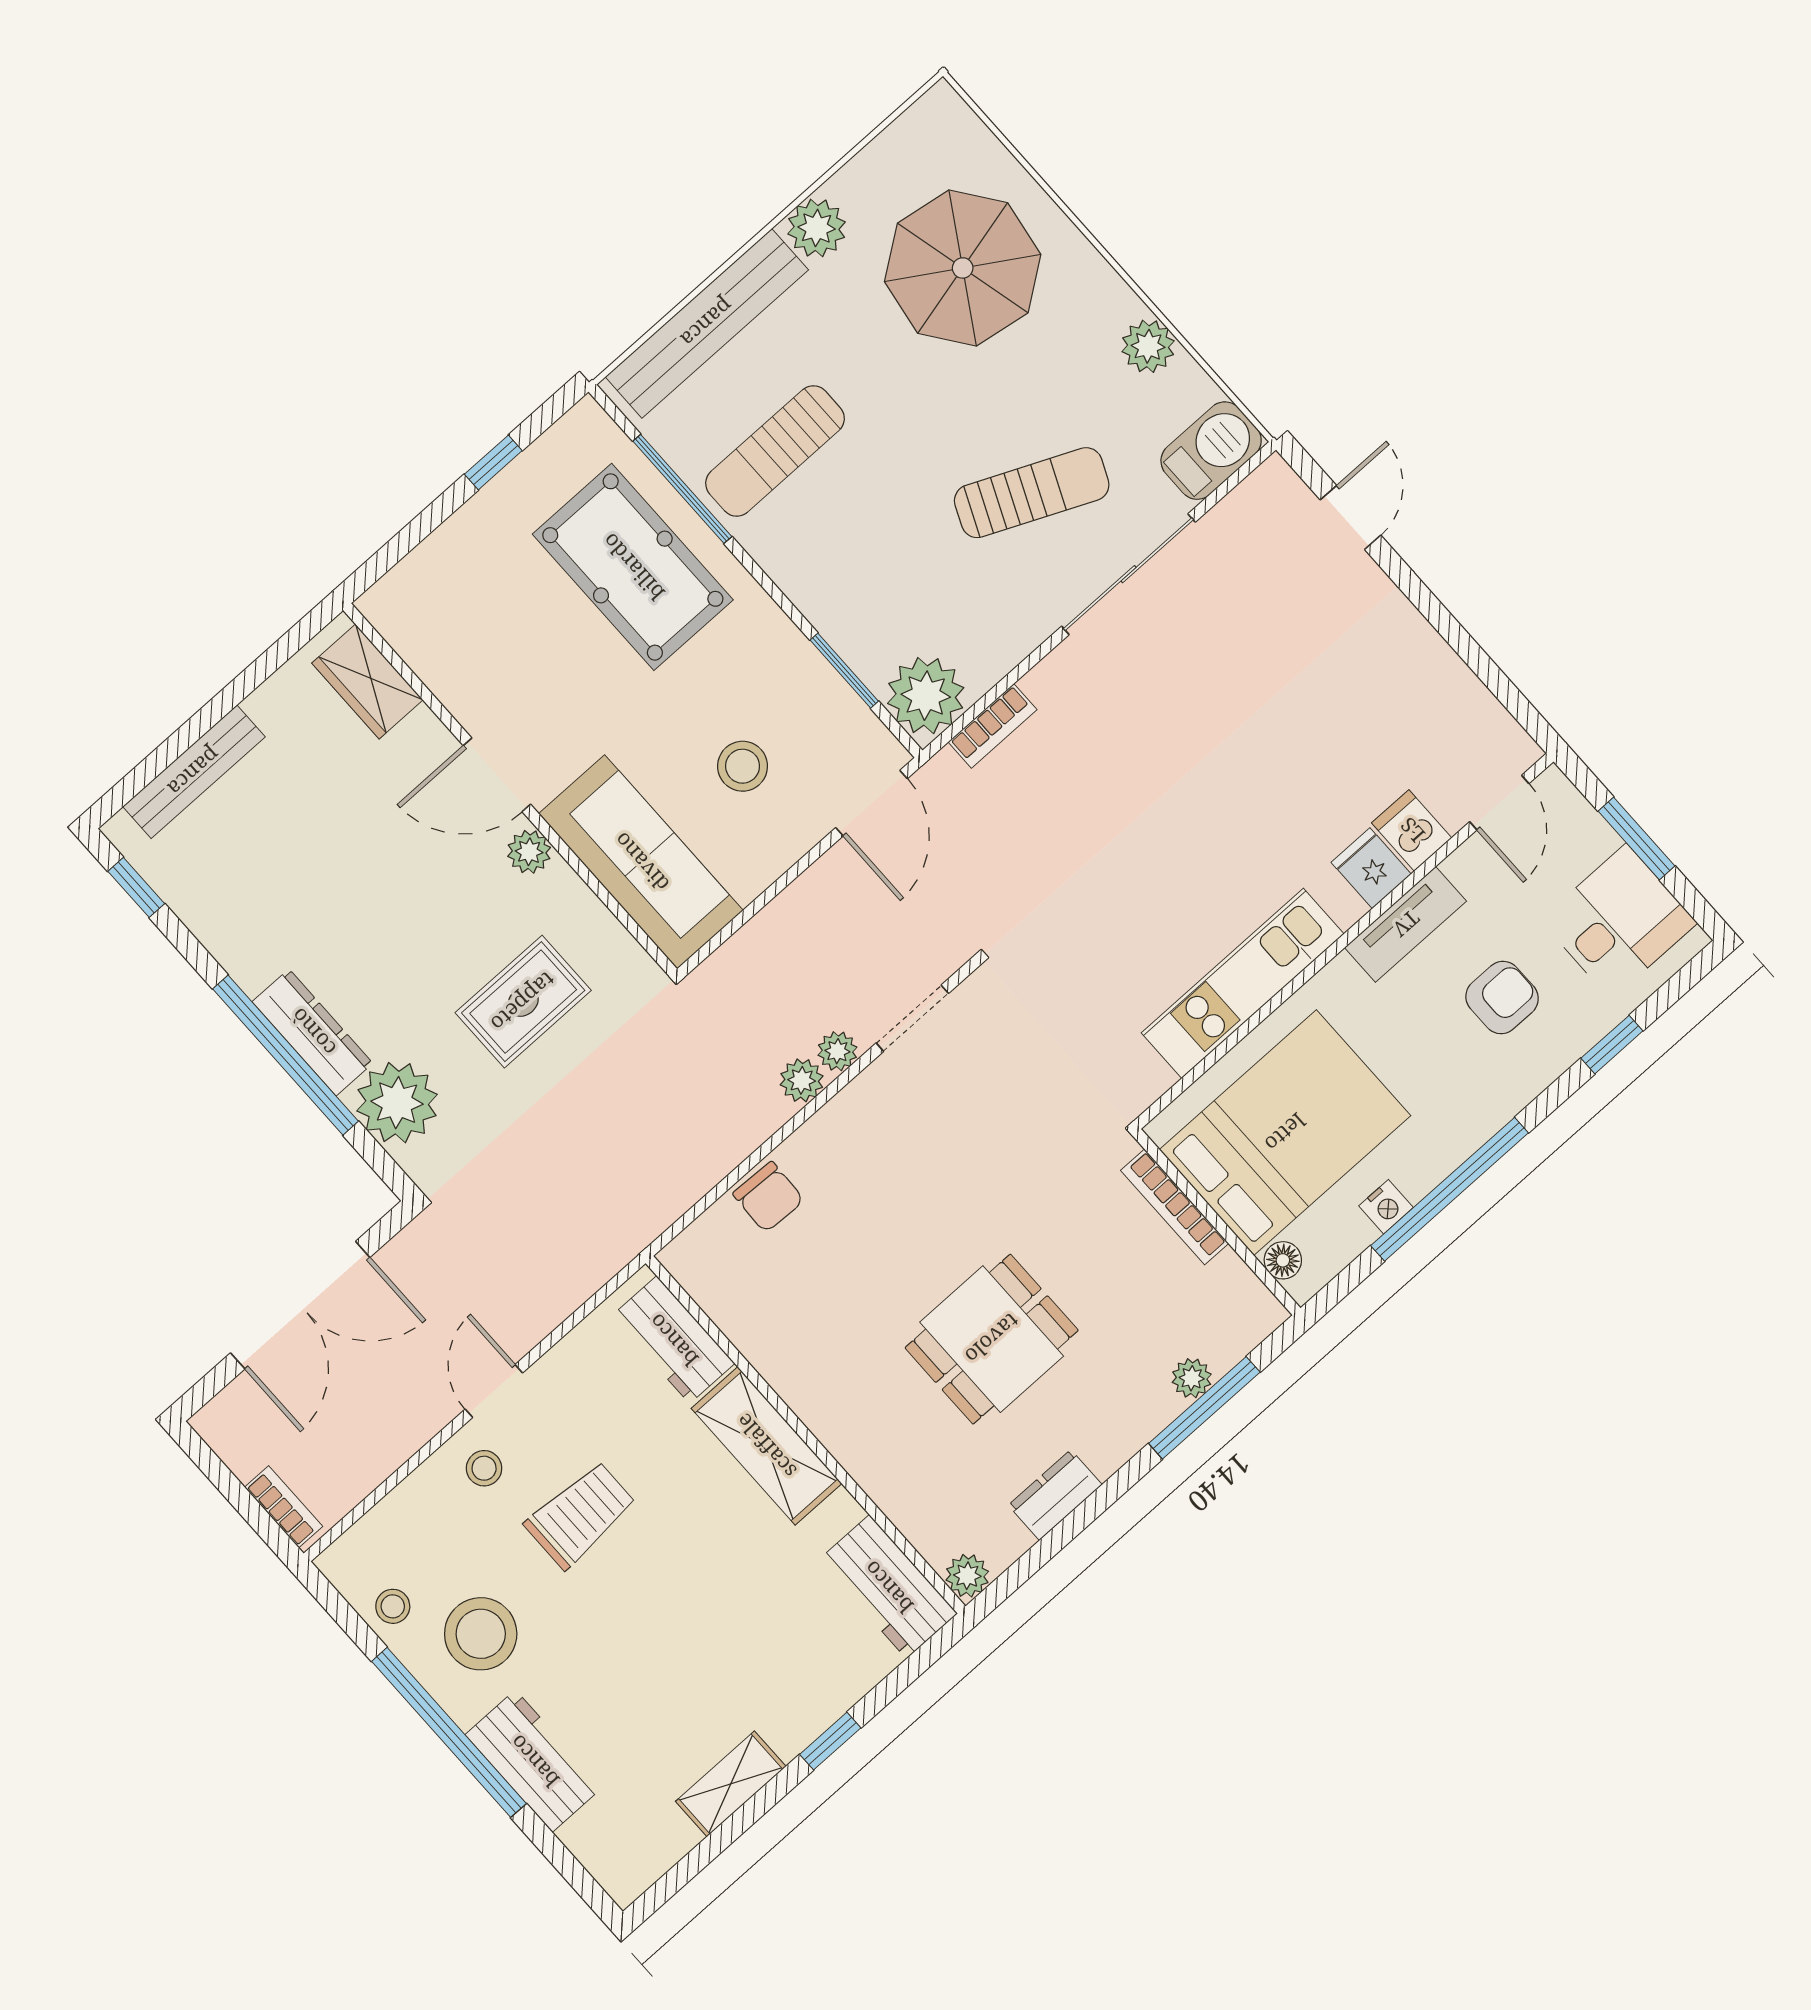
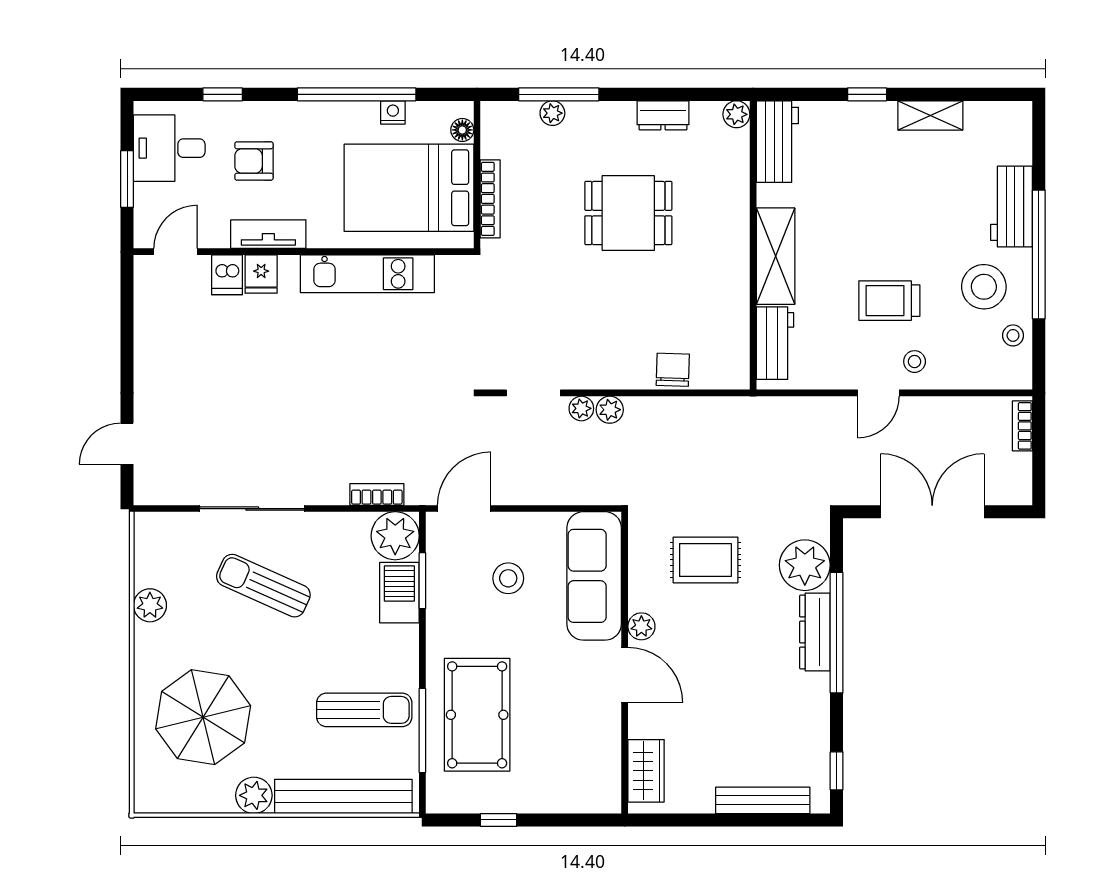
barbecue: (1211, 451) -> (399, 593), moved, turned 90

